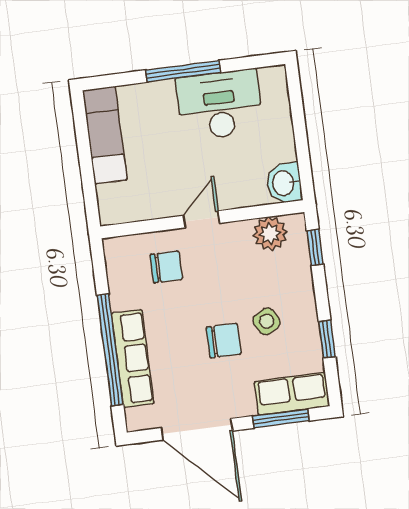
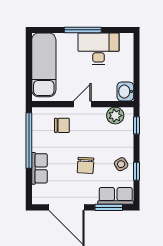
exam couch: (105, 135) -> (44, 65), width x1.36, depth x1.45
side table: (267, 321) -> (121, 164), moved
chair: (224, 341) -> (86, 165), turned 93
window: (110, 350) -> (29, 141), moved
row of seats: (133, 358) -> (39, 168), width x0.68

